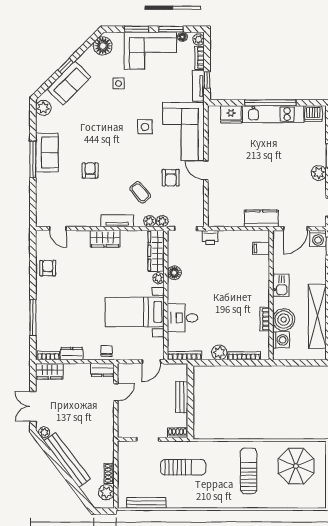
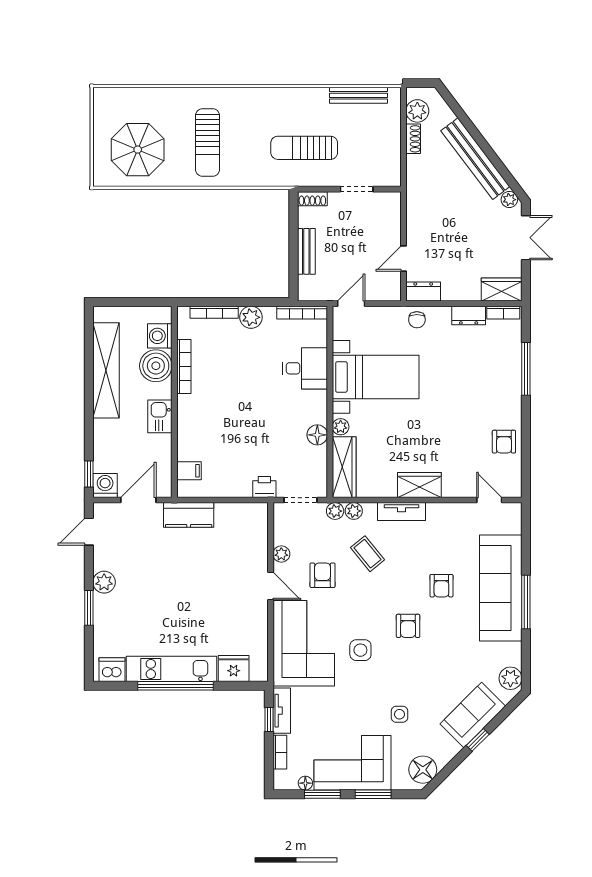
plant: (199, 40) -> (281, 554), moved
armchair: (113, 143) -> (408, 626), added
sofa: (47, 152) -> (501, 588), width x1.85, depth x1.27
bookcase: (265, 319) -> (184, 367), width x1.56

